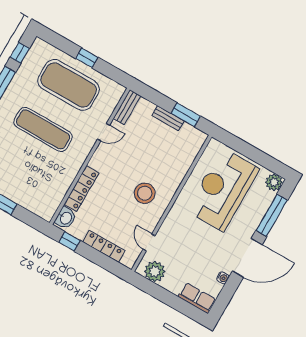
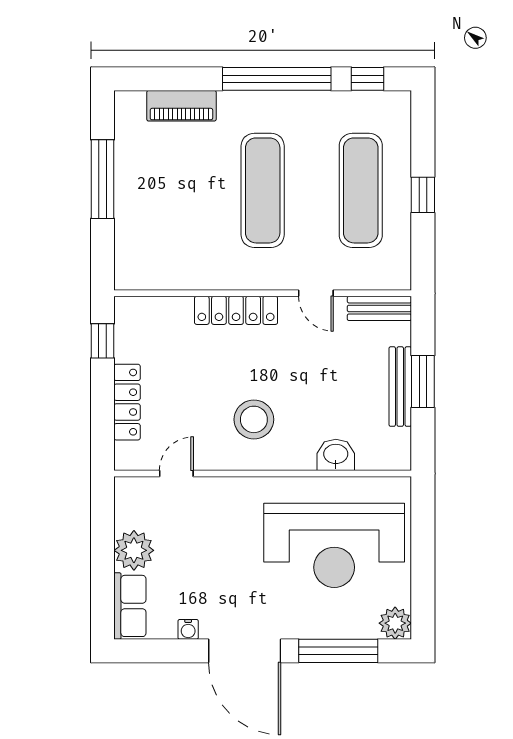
exercise mat: (69, 85) -> (361, 190), width x0.68
window: (186, 115) -> (423, 382), moved
bench: (168, 118) -> (400, 387), width x1.36
locker: (81, 189) -> (236, 310), moved
reception desk: (223, 190) -> (334, 545), turned 180
washbasin: (66, 218) -> (336, 455), moved, turned 180
plant: (155, 271) -> (134, 550), moved

